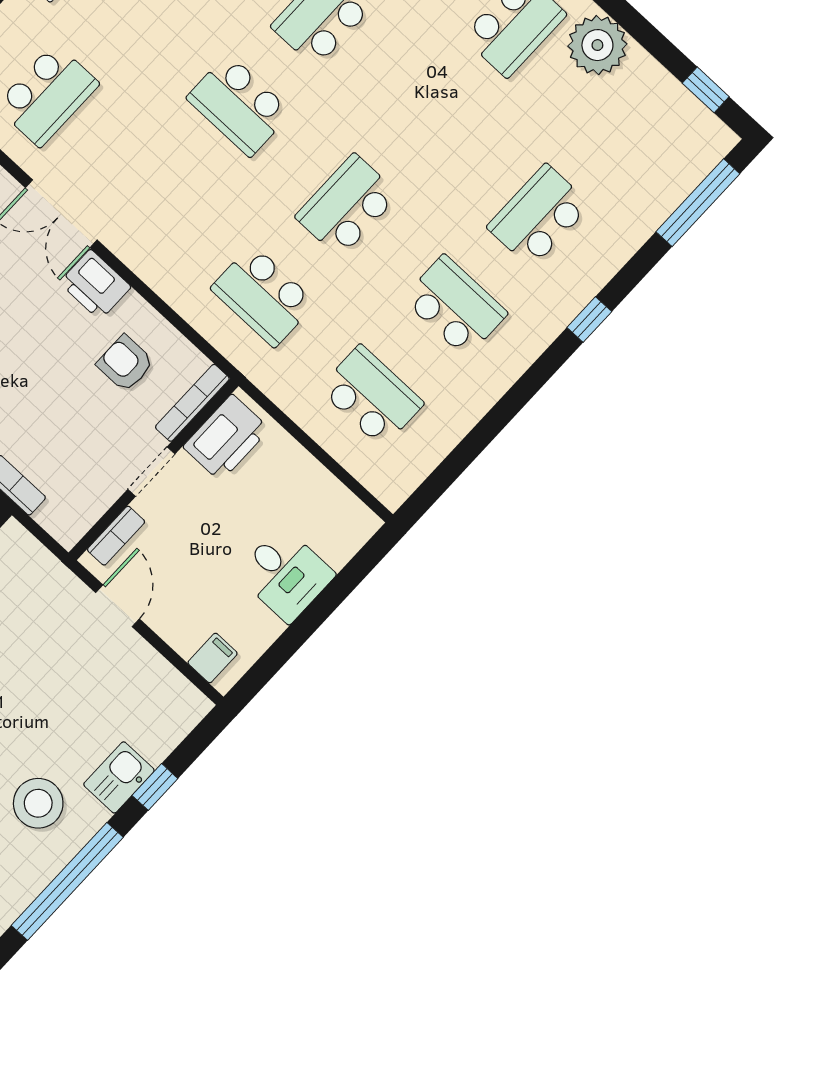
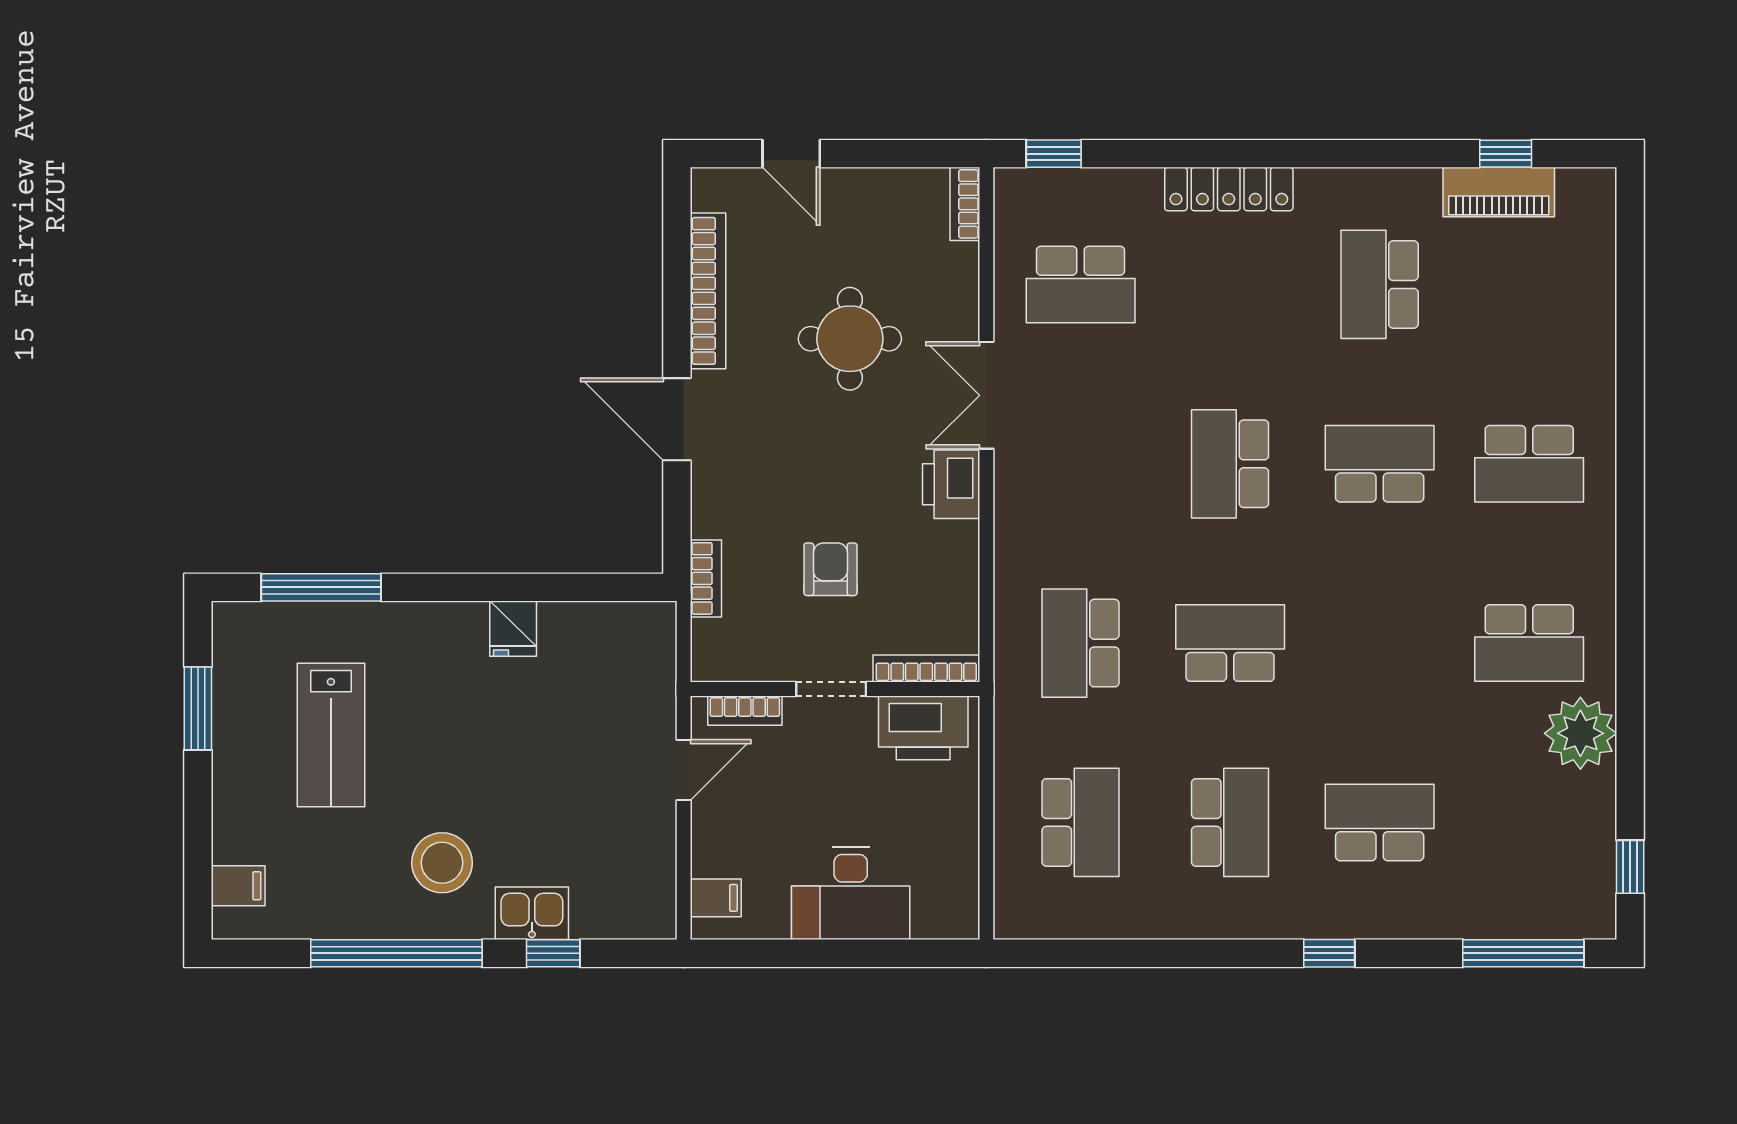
armchair: (125, 363) -> (830, 569), moved
desk: (285, 574) -> (851, 893), width x1.37

